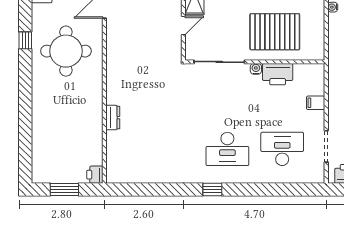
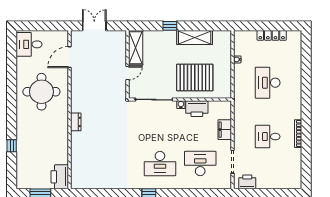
window: (25, 40) -> (12, 146), moved
filing cabinet: (316, 103) -> (225, 130), width x2.00
dresser: (113, 118) -> (76, 122), moved
printer: (95, 175) -> (60, 177), width x1.87, depth x1.48

